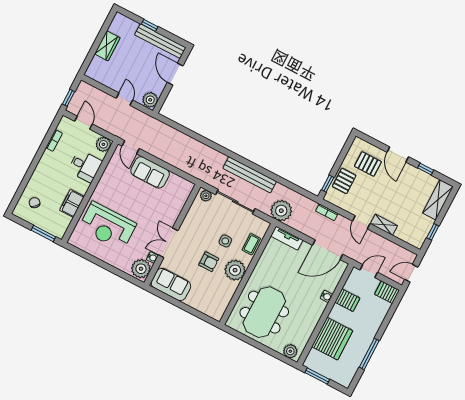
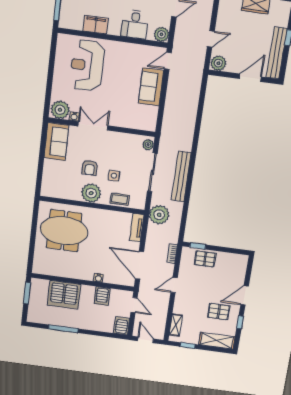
pallet: (368, 164) -> (219, 312), moved, turned 90
shelving: (384, 225) -> (176, 325), moved
plant: (290, 351) -> (39, 264), removed

